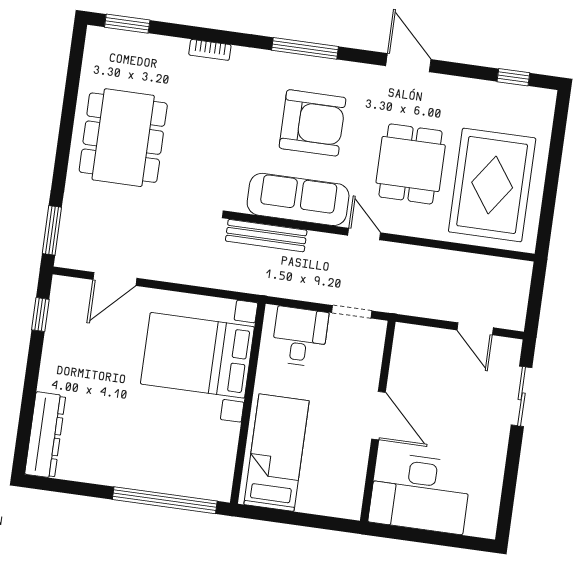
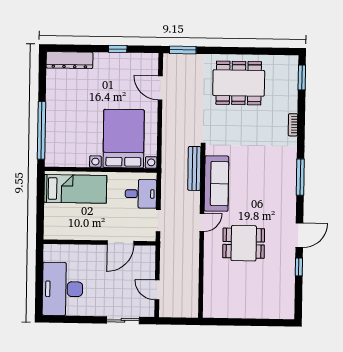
window: (513, 77) -> (299, 267), moved
armchair: (312, 123) -> (260, 186), removed
rug: (492, 185) -> (238, 290), removed
window: (40, 315) -> (118, 49), moved
door: (475, 329) -> (157, 290), hinge flipped
door: (379, 416) -> (120, 243), moved
desk: (420, 493) -> (63, 289), moved

